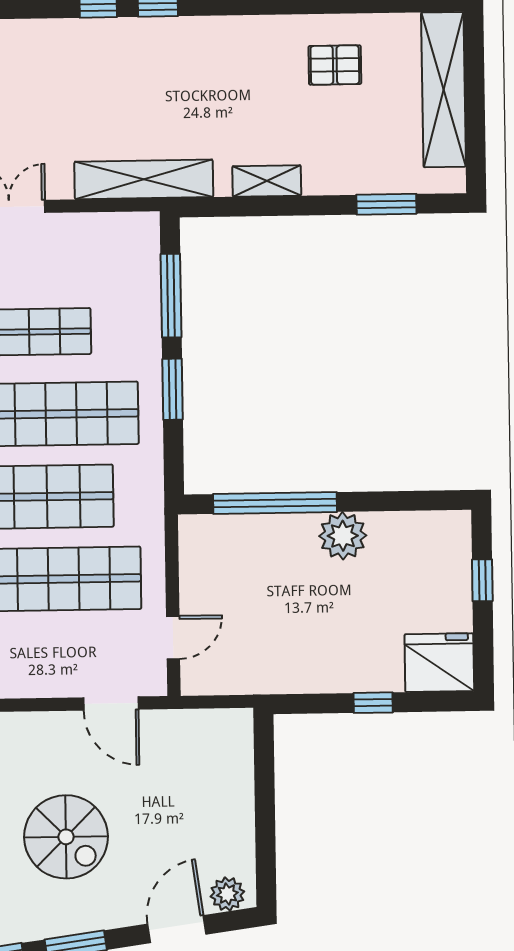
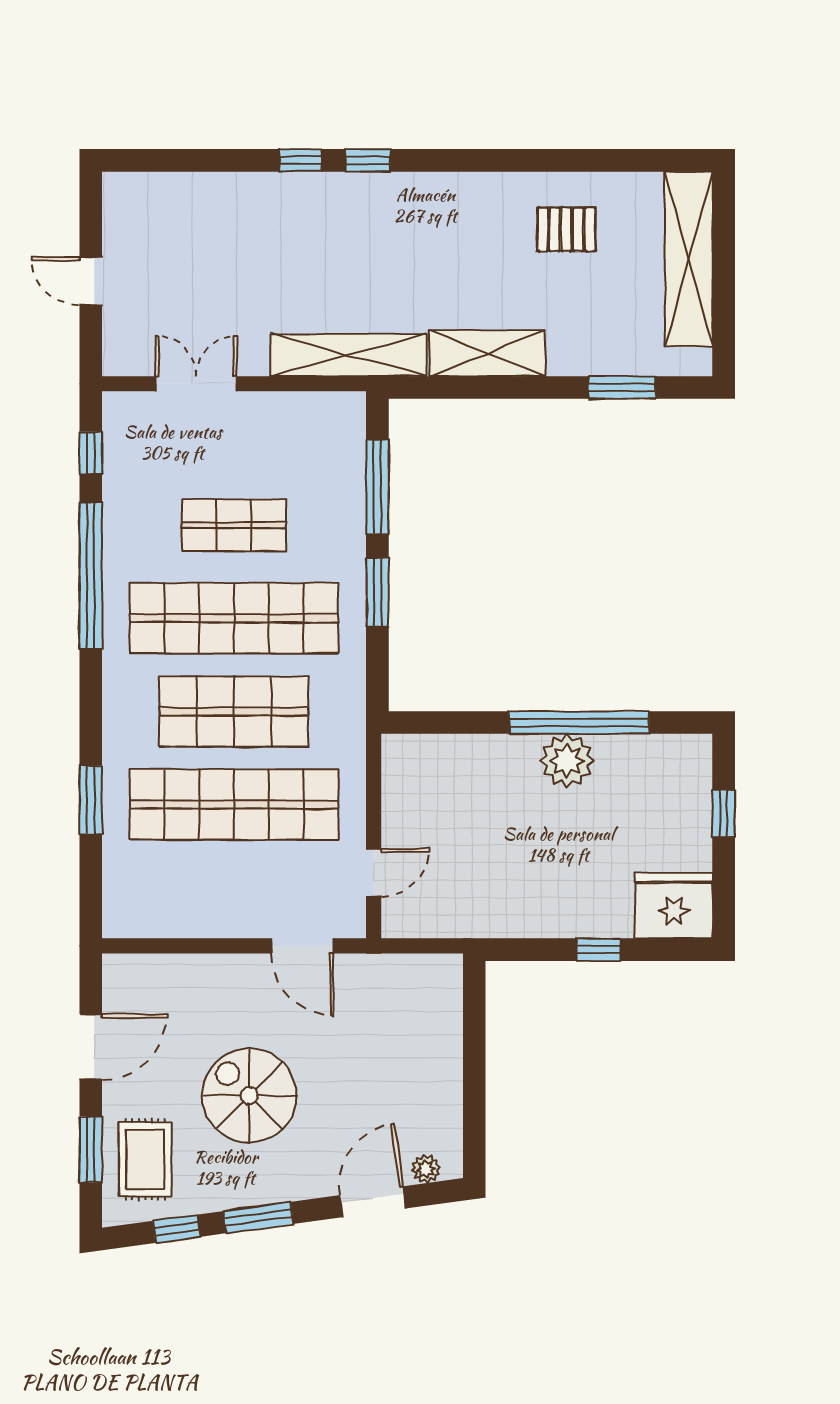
shelving: (267, 181) -> (487, 353), width x1.50, depth x1.33
window: (275, 503) -> (579, 723), moved
spiral stairs: (66, 837) -> (249, 1096), turned 180
plant: (227, 894) -> (426, 1169), width x0.73, depth x0.73

